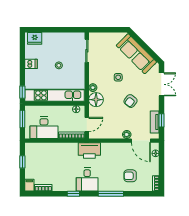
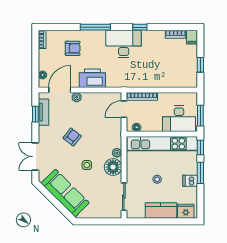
kitchen counter: (56, 39) -> (161, 210), added
window: (22, 71) -> (200, 173), added
floor lamp: (96, 100) -> (113, 167), moved
desk: (44, 128) -> (179, 119), moved, turned 180
door: (141, 141) -> (60, 90), hinge flipped
printer: (89, 151) -> (92, 78), moved
desk: (87, 179) -> (124, 44), width x1.37

